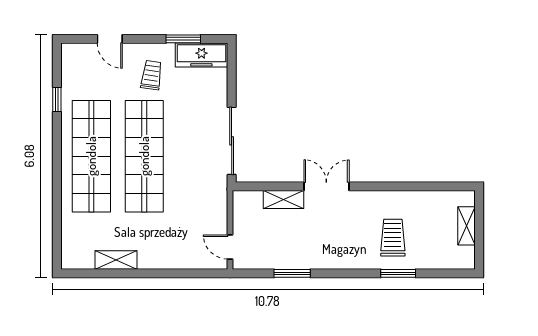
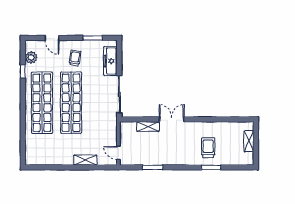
freezer: (201, 55) -> (110, 61), moved, turned 90
plant: (72, 74) -> (31, 58), added
shelving: (116, 260) -> (85, 160), moved

